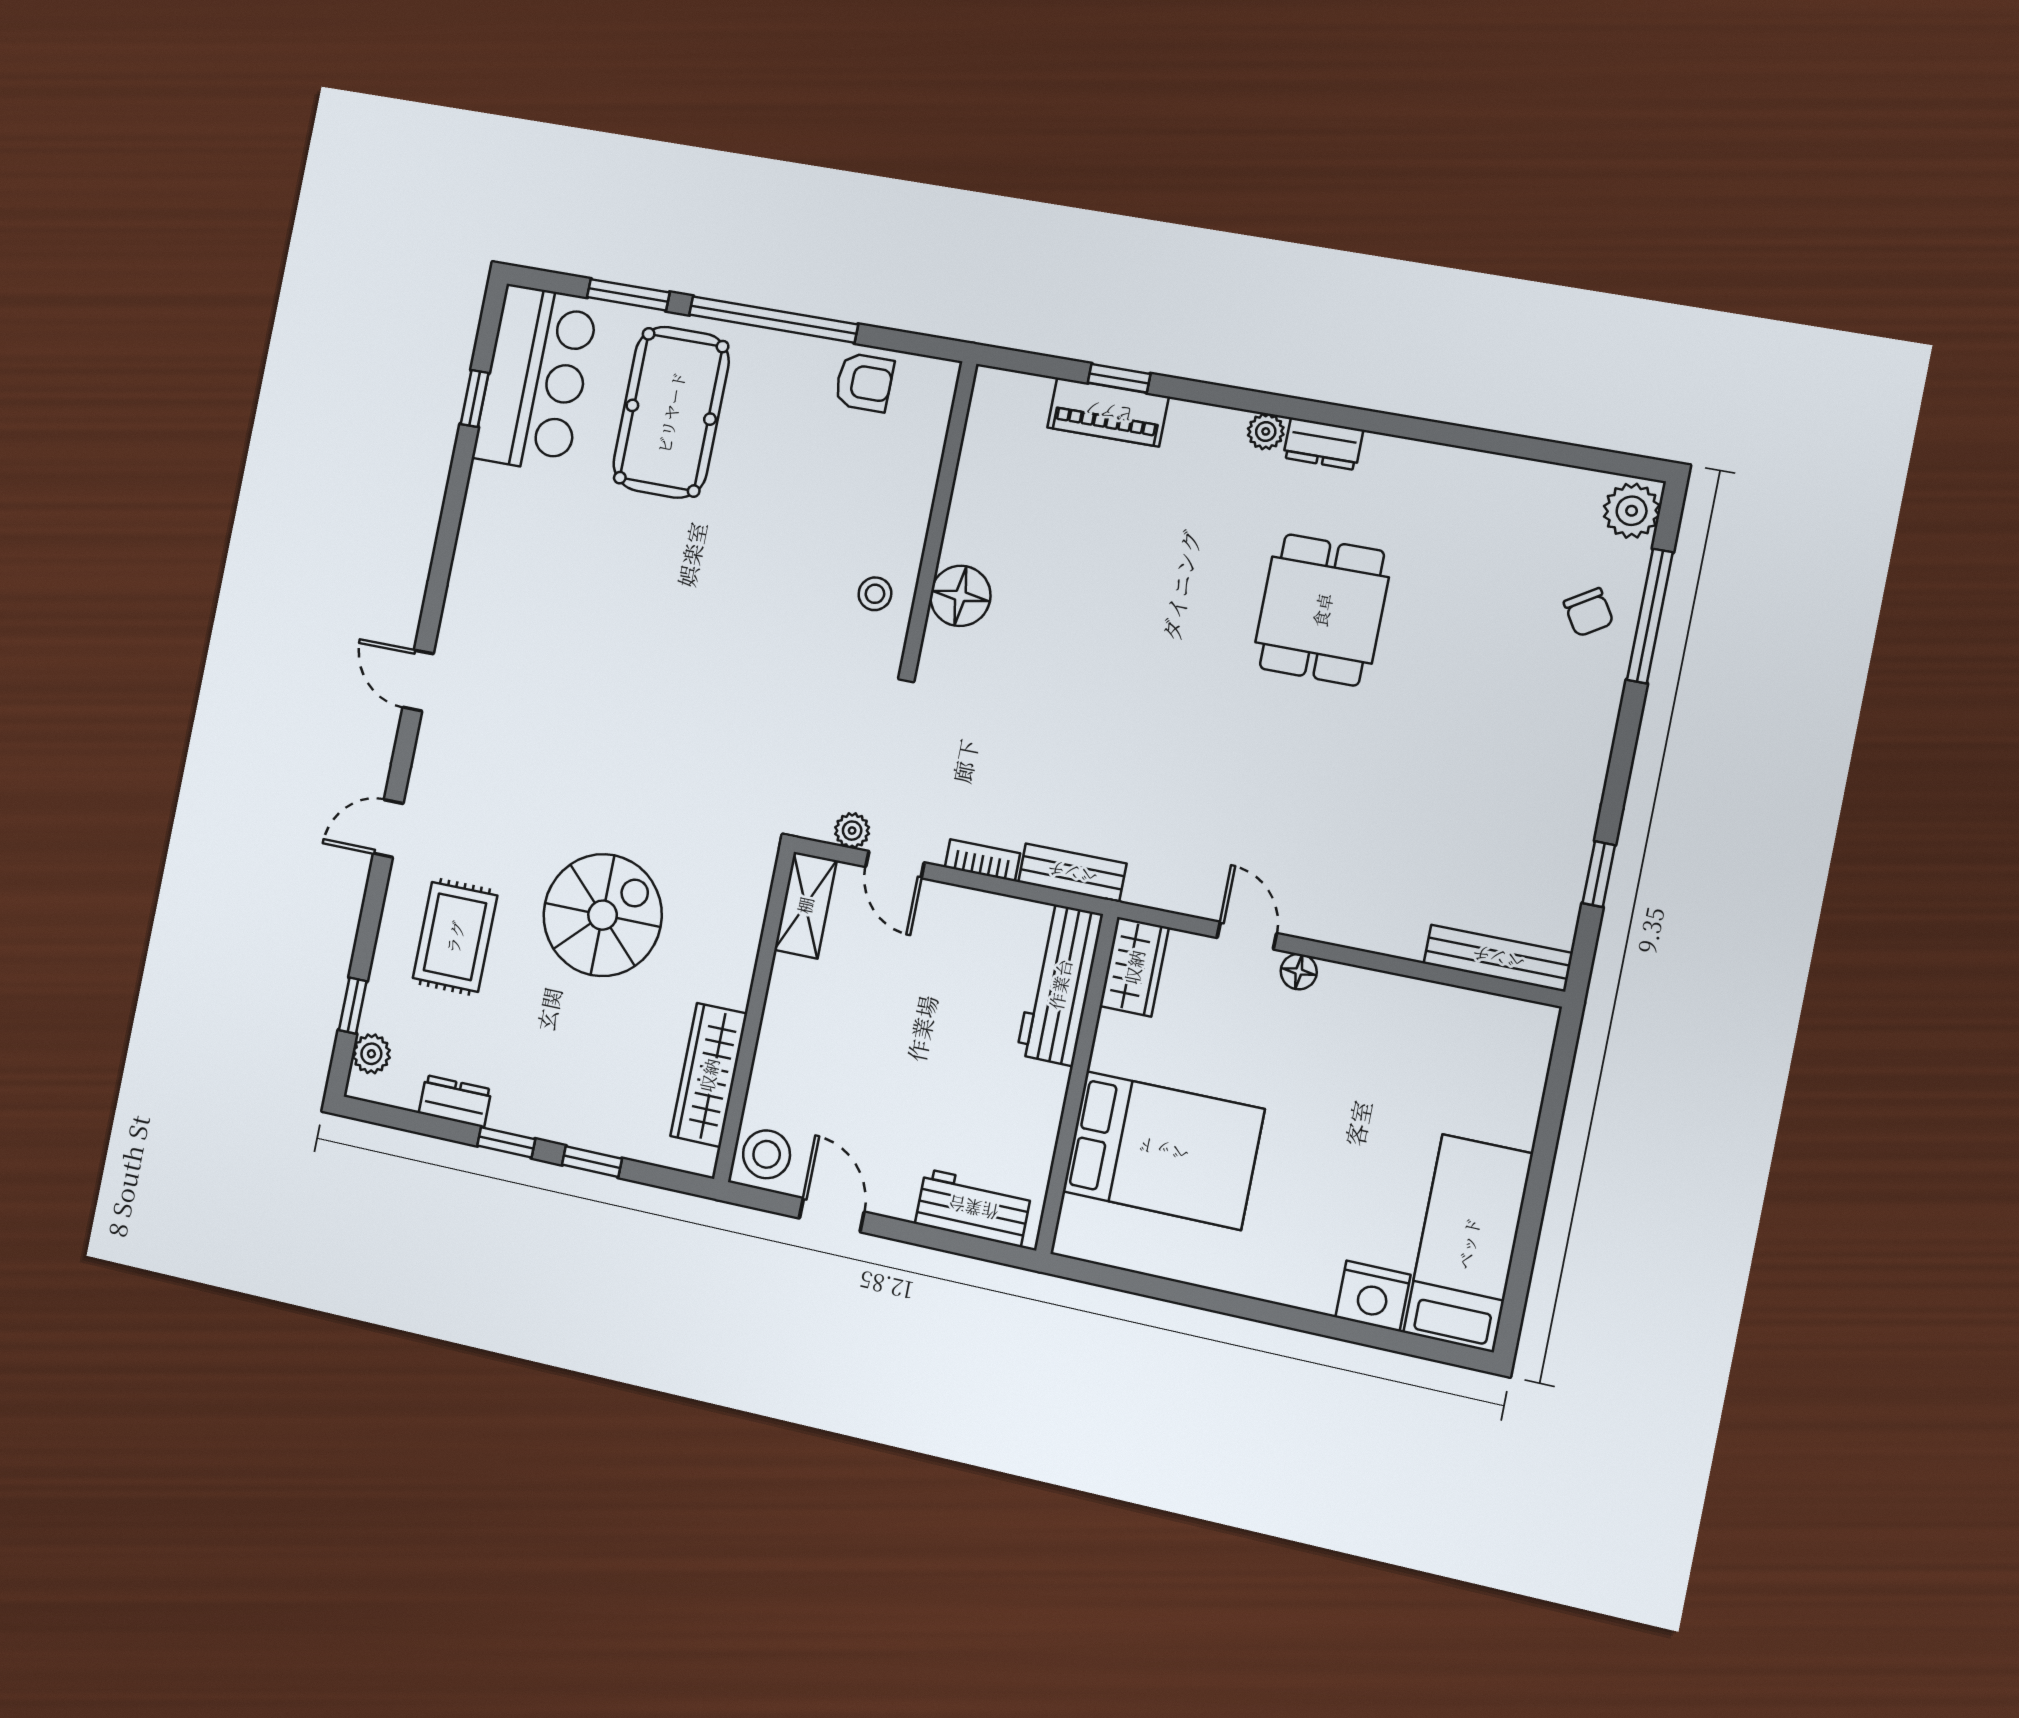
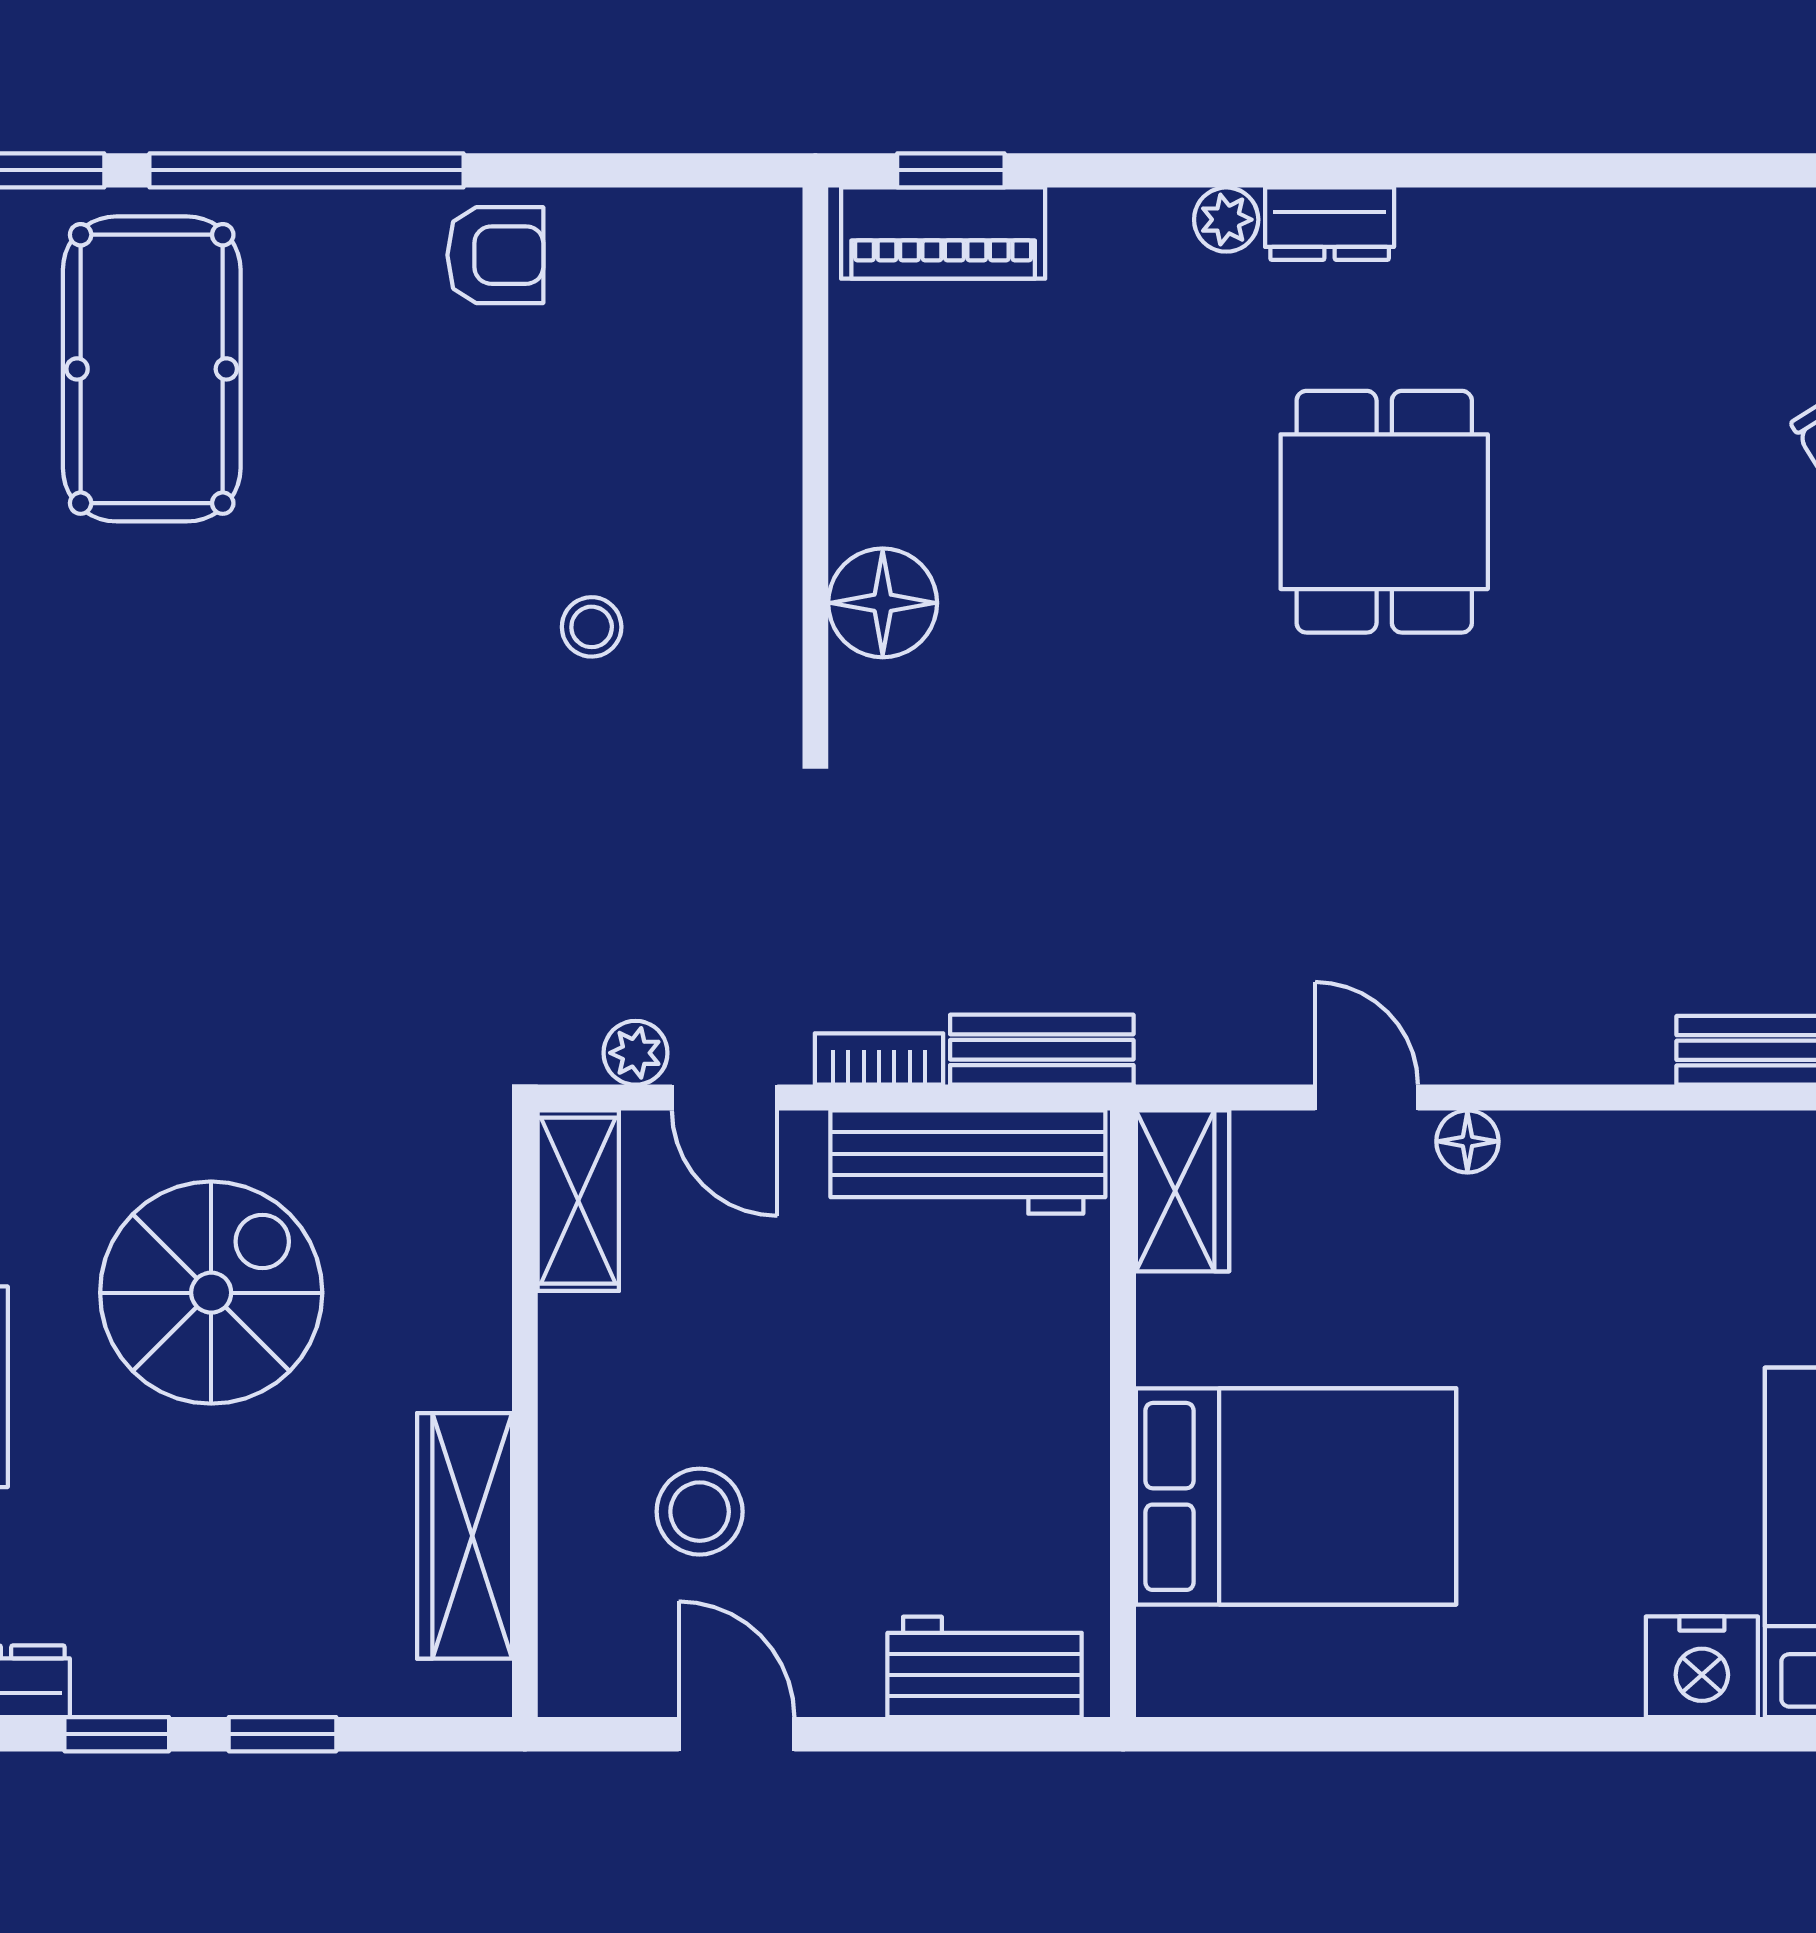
wall: (939, 514) -> (815, 465), moved
floor lamp: (960, 596) -> (883, 603), moved
workbench: (1060, 984) -> (968, 1162), moved, turned -90
stool: (767, 1154) -> (700, 1512), moved

